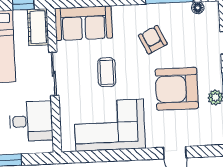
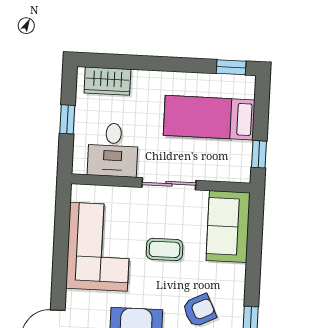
cot: (38, 27) -> (229, 170), removed

